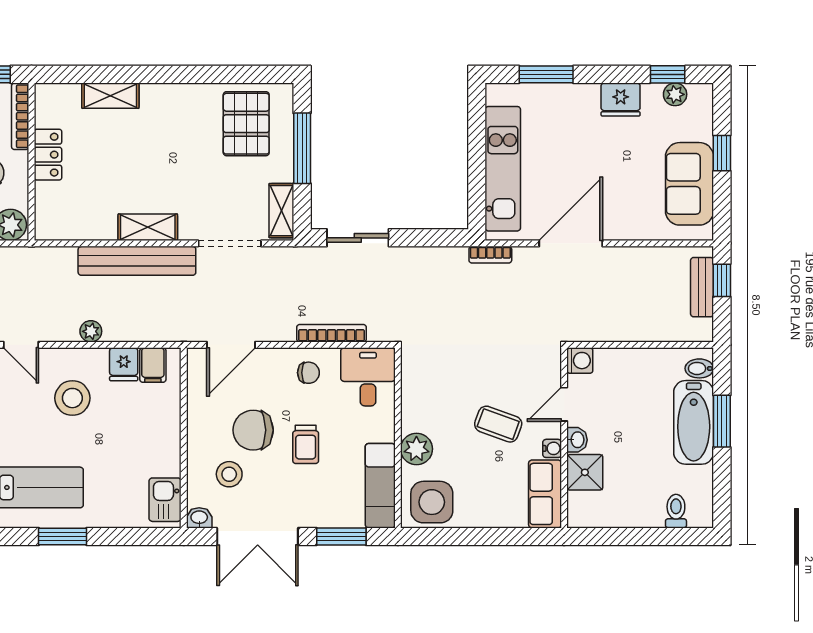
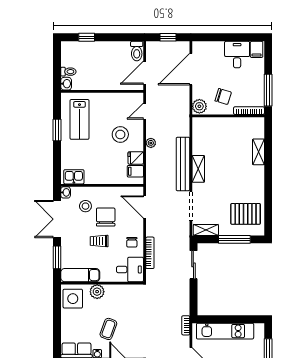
locker: (48, 155) -> (231, 123), removed

